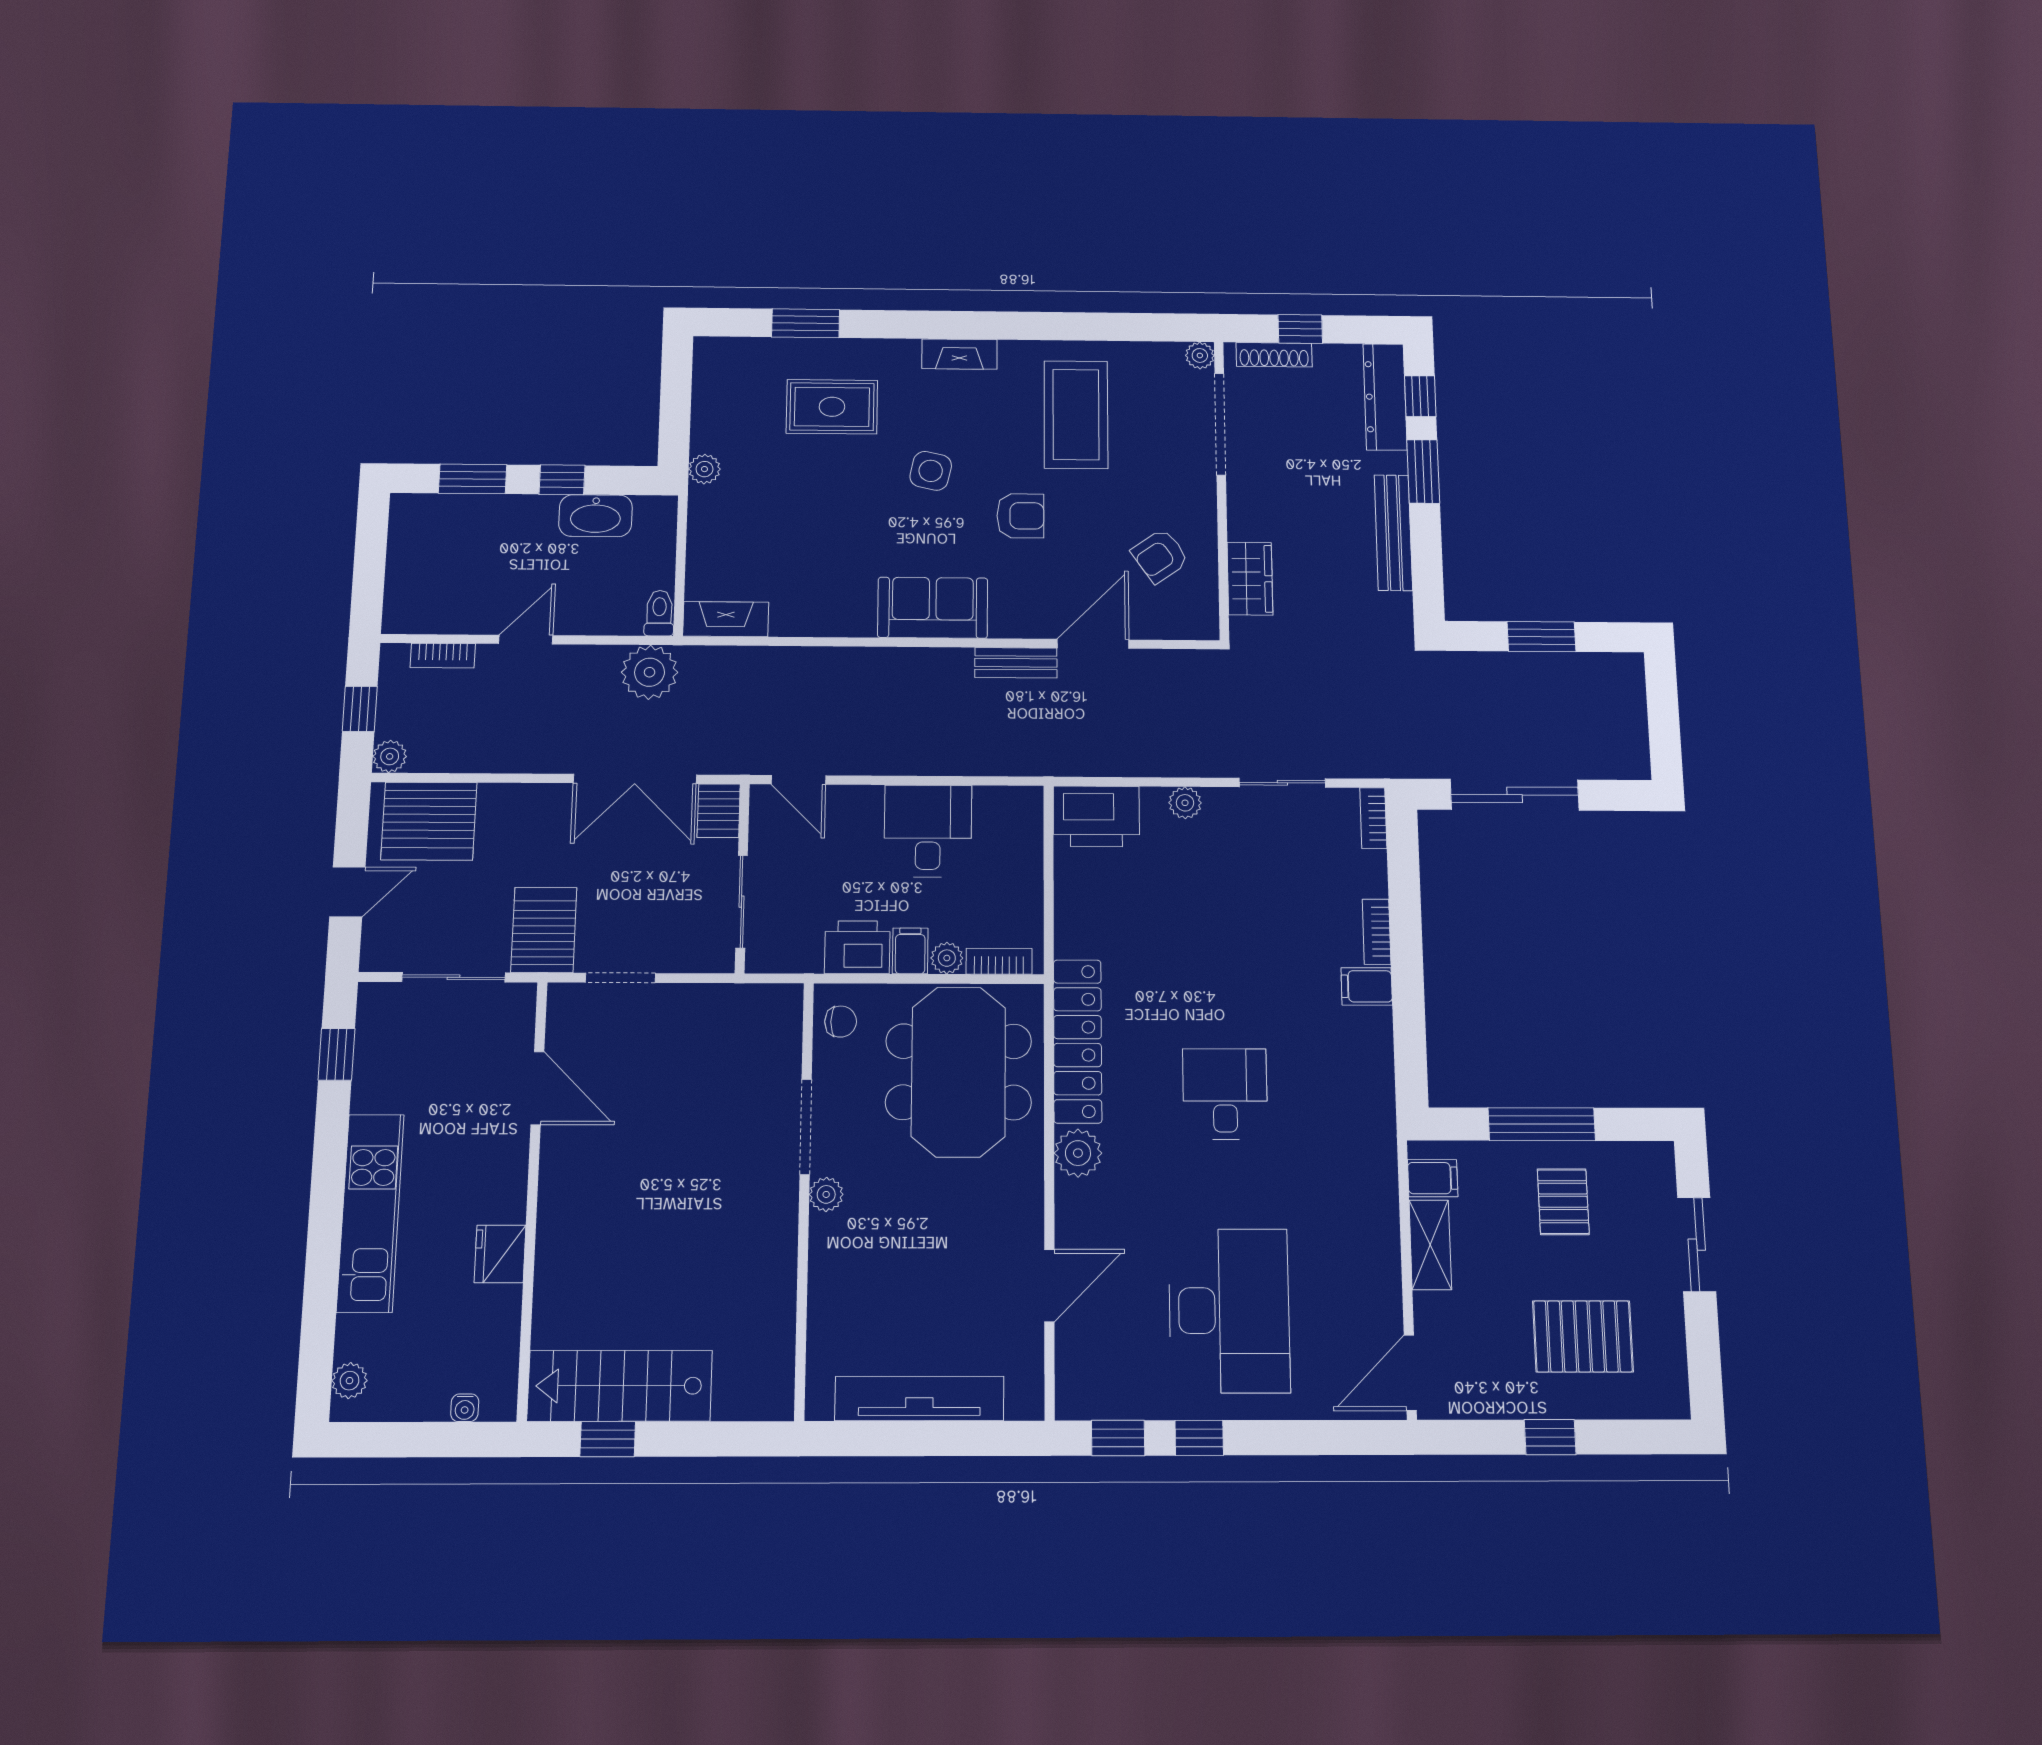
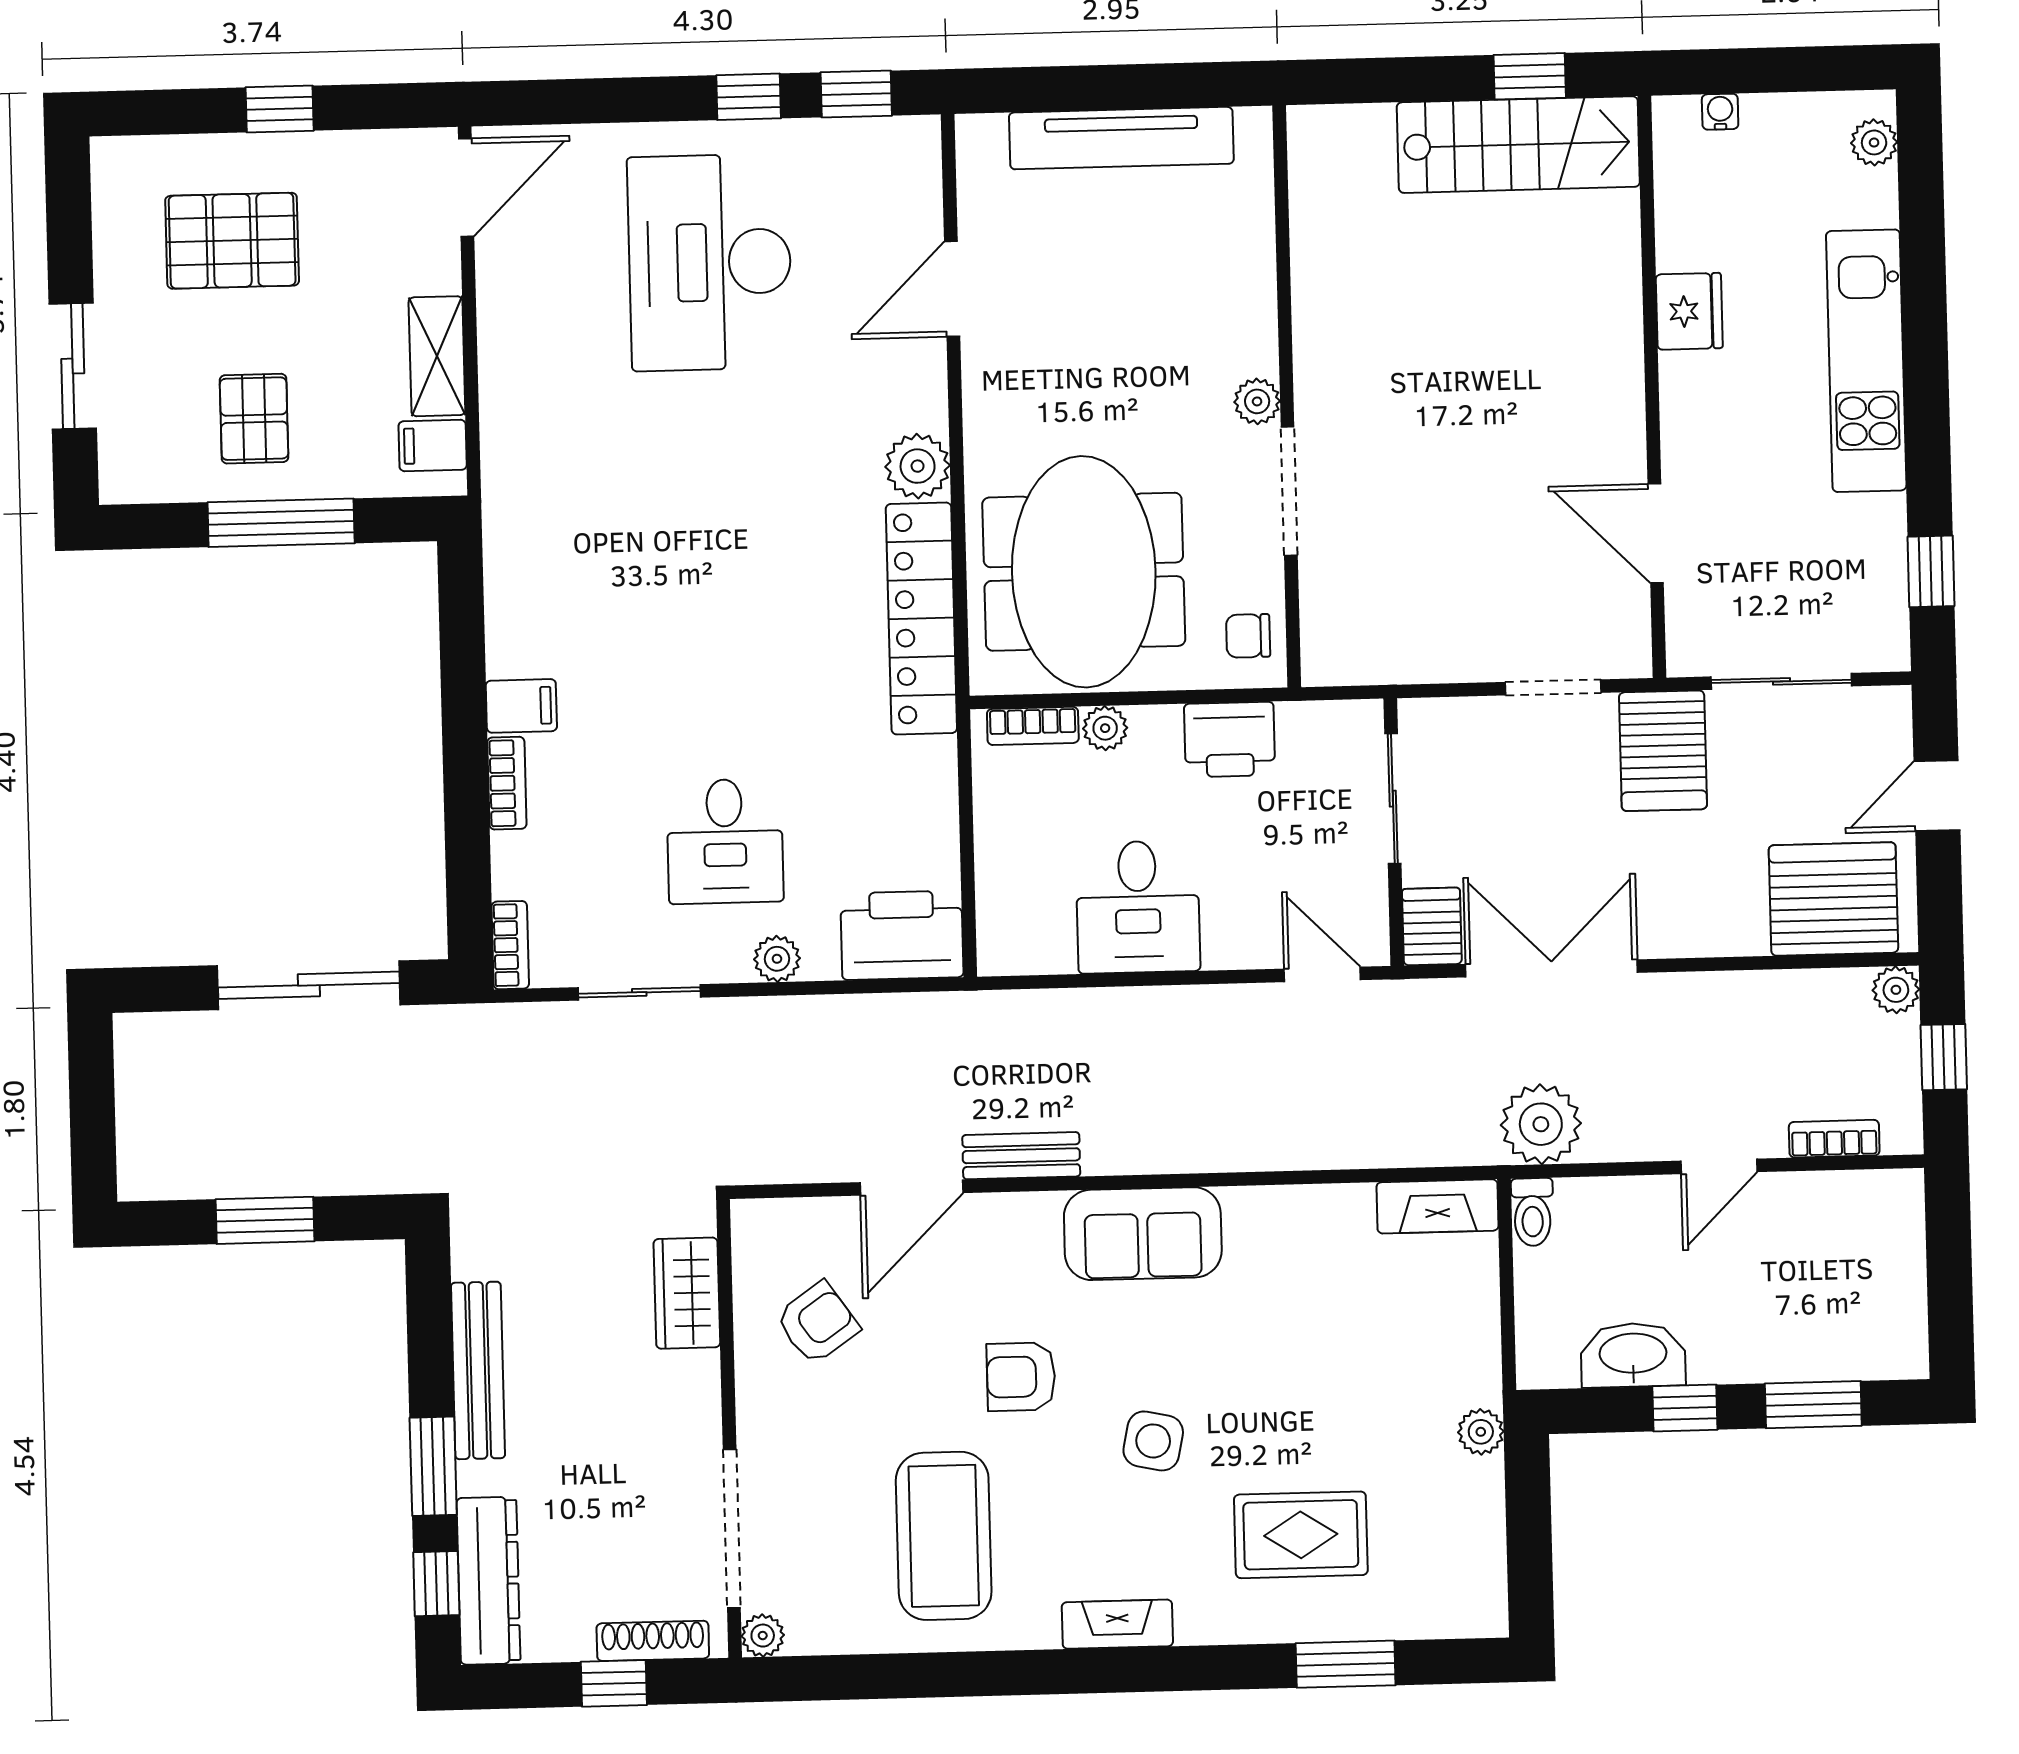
filing cabinet: (910, 951) -> (1156, 737), removed
desk: (1225, 1094) -> (725, 841), moved

